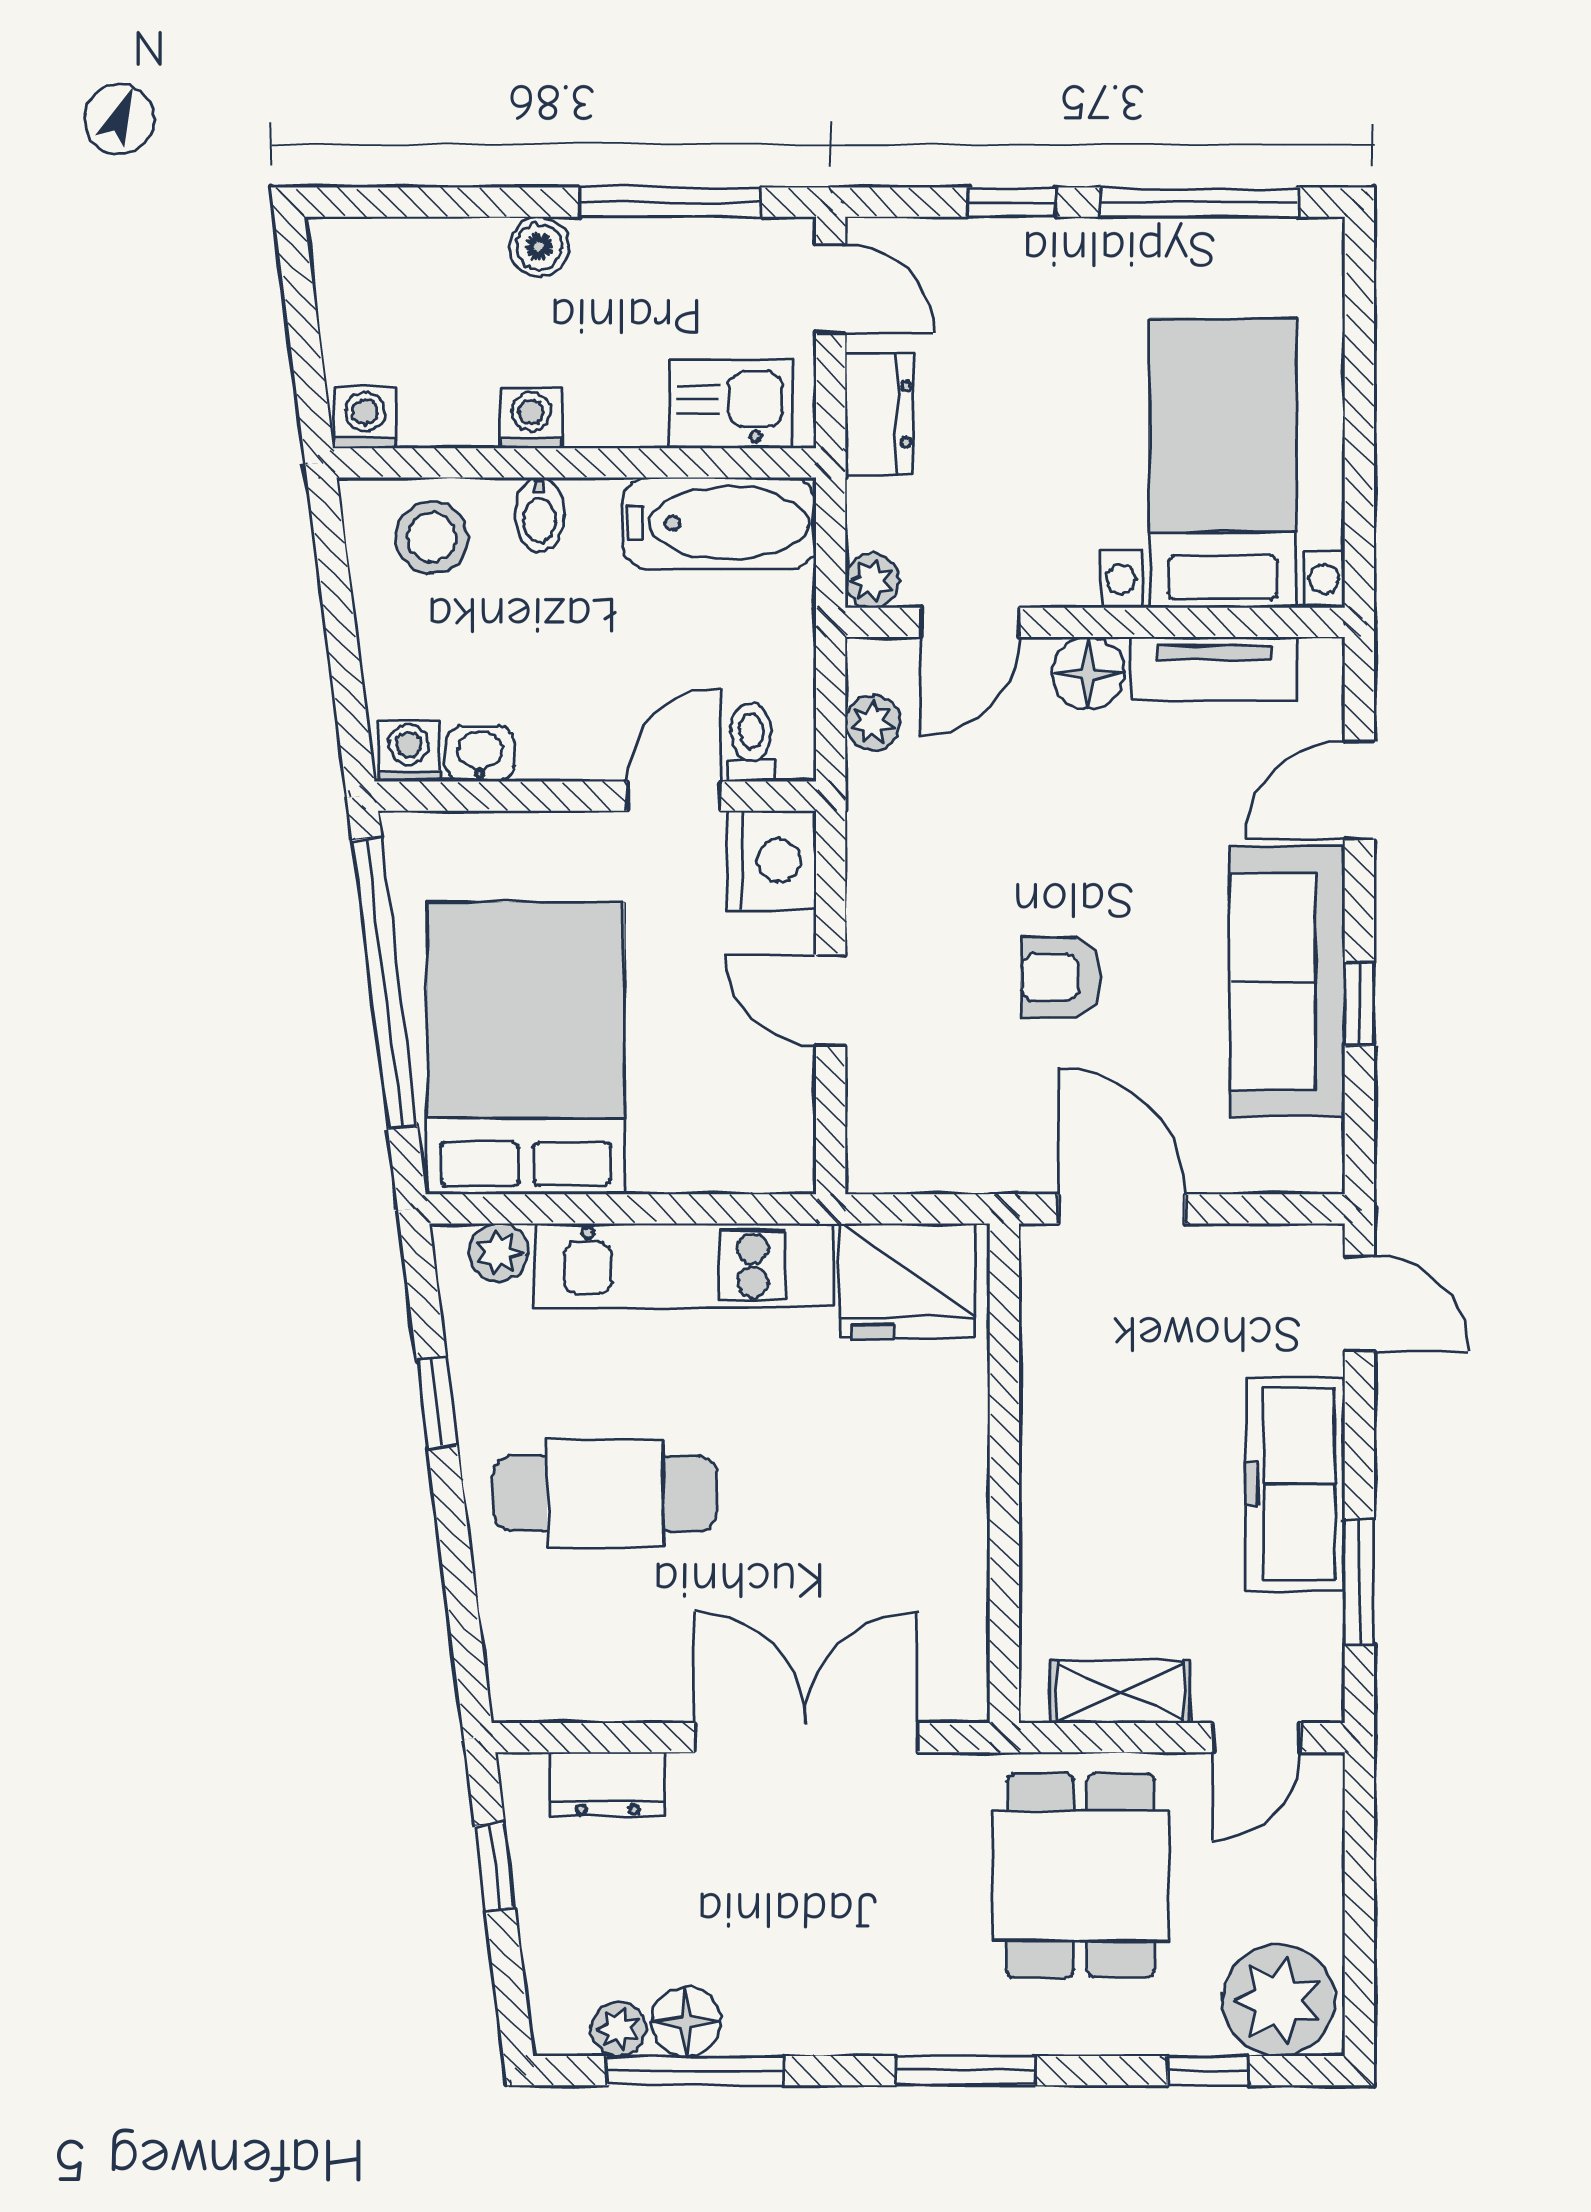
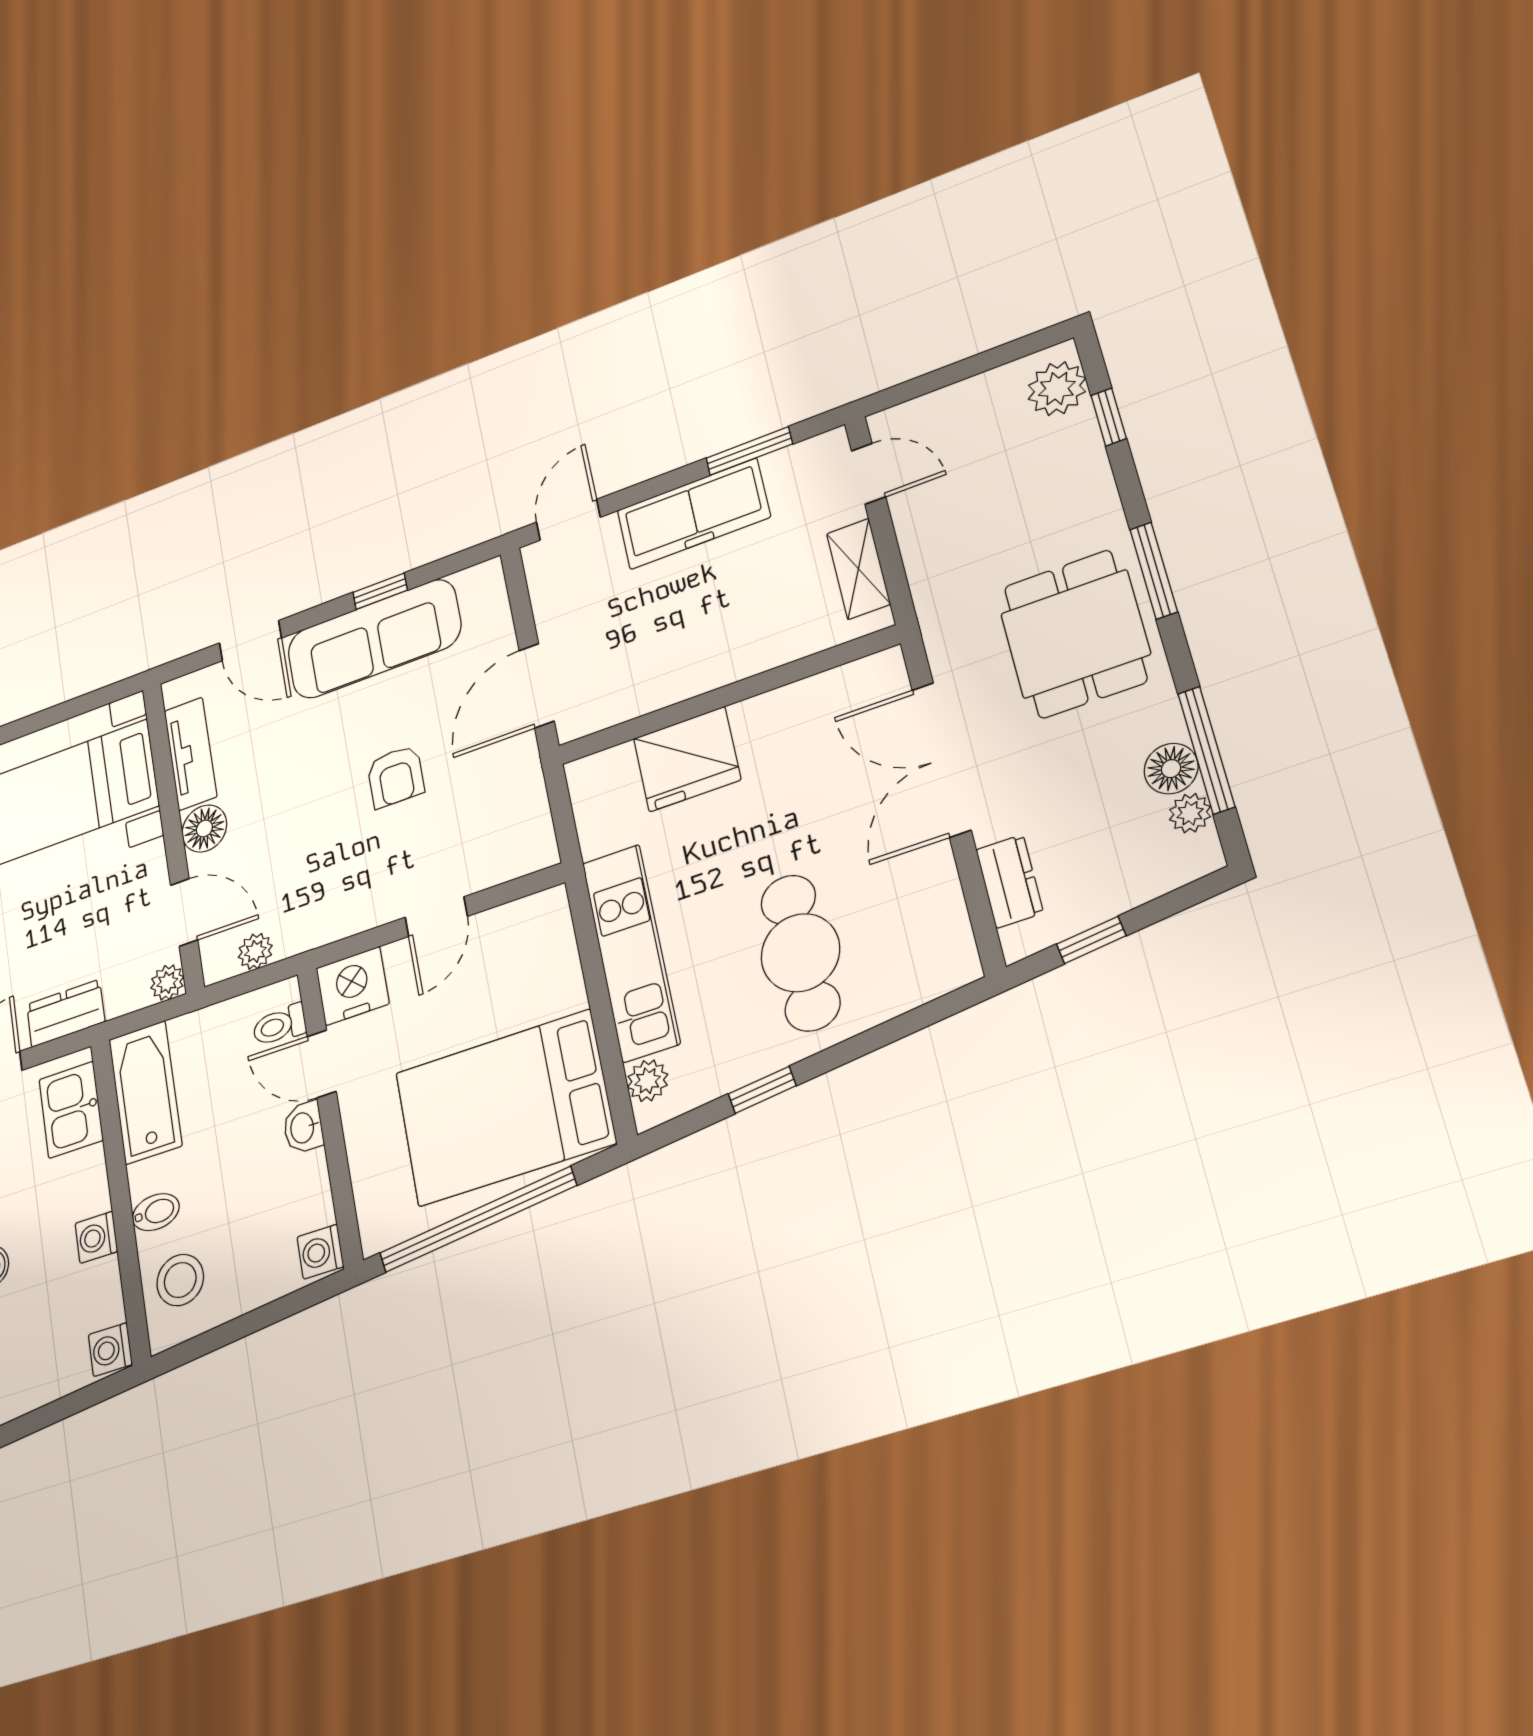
washbasin: (480, 754) -> (303, 1128), moved
fridge: (907, 1281) -> (687, 759), moved, turned 90
dining table: (1081, 1875) -> (1075, 634), moved, turned 90
plant: (1278, 2000) -> (1057, 389), width x0.73, depth x0.73

